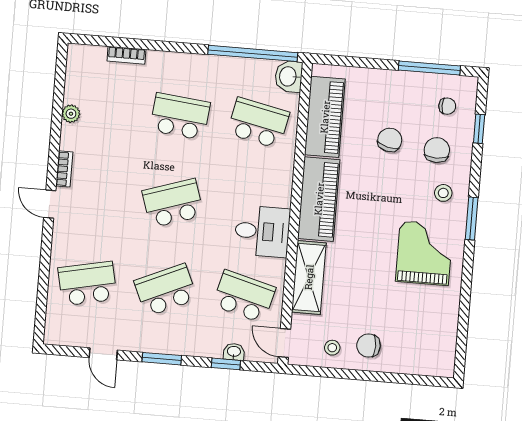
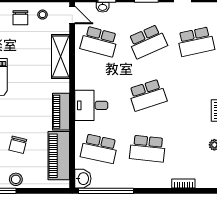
stool: (397, 84) -> (16, 179), added
piano: (319, 199) -> (61, 112), width x0.73, depth x0.75
desk: (262, 231) -> (91, 105), moved
chair: (369, 346) -> (20, 18), turned 90

